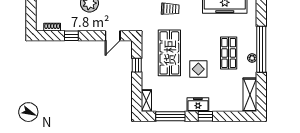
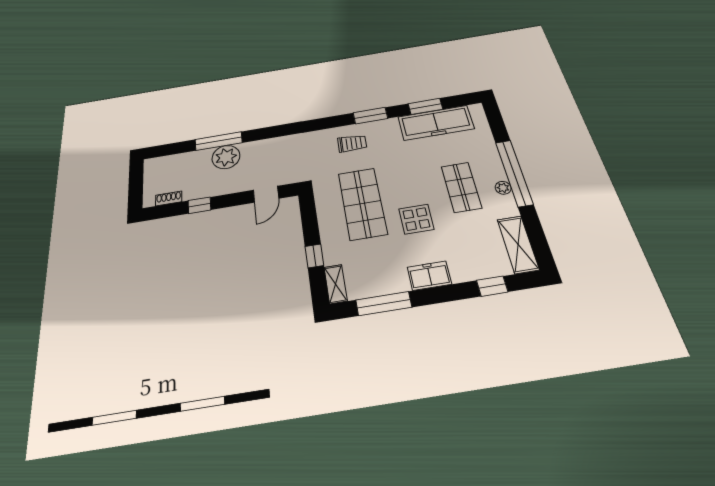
window: (137, 65) -> (314, 256), moved
window: (205, 116) -> (492, 286), moved

